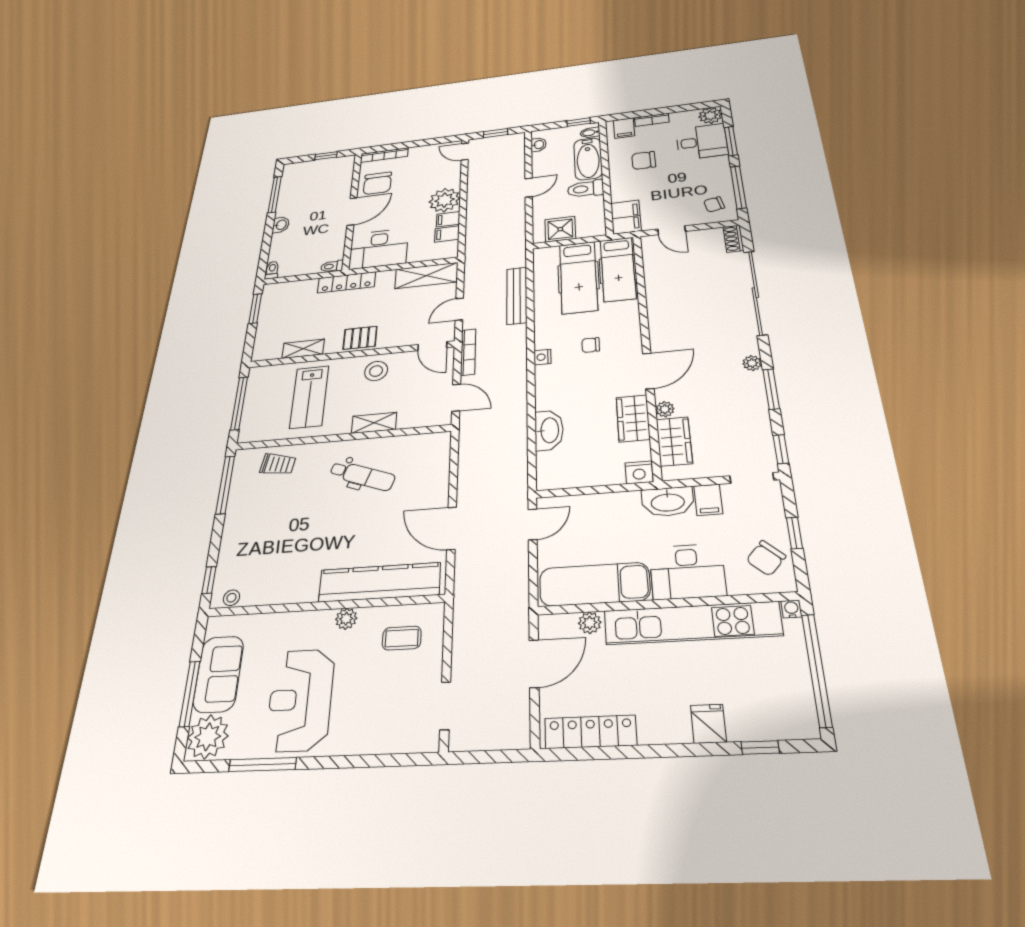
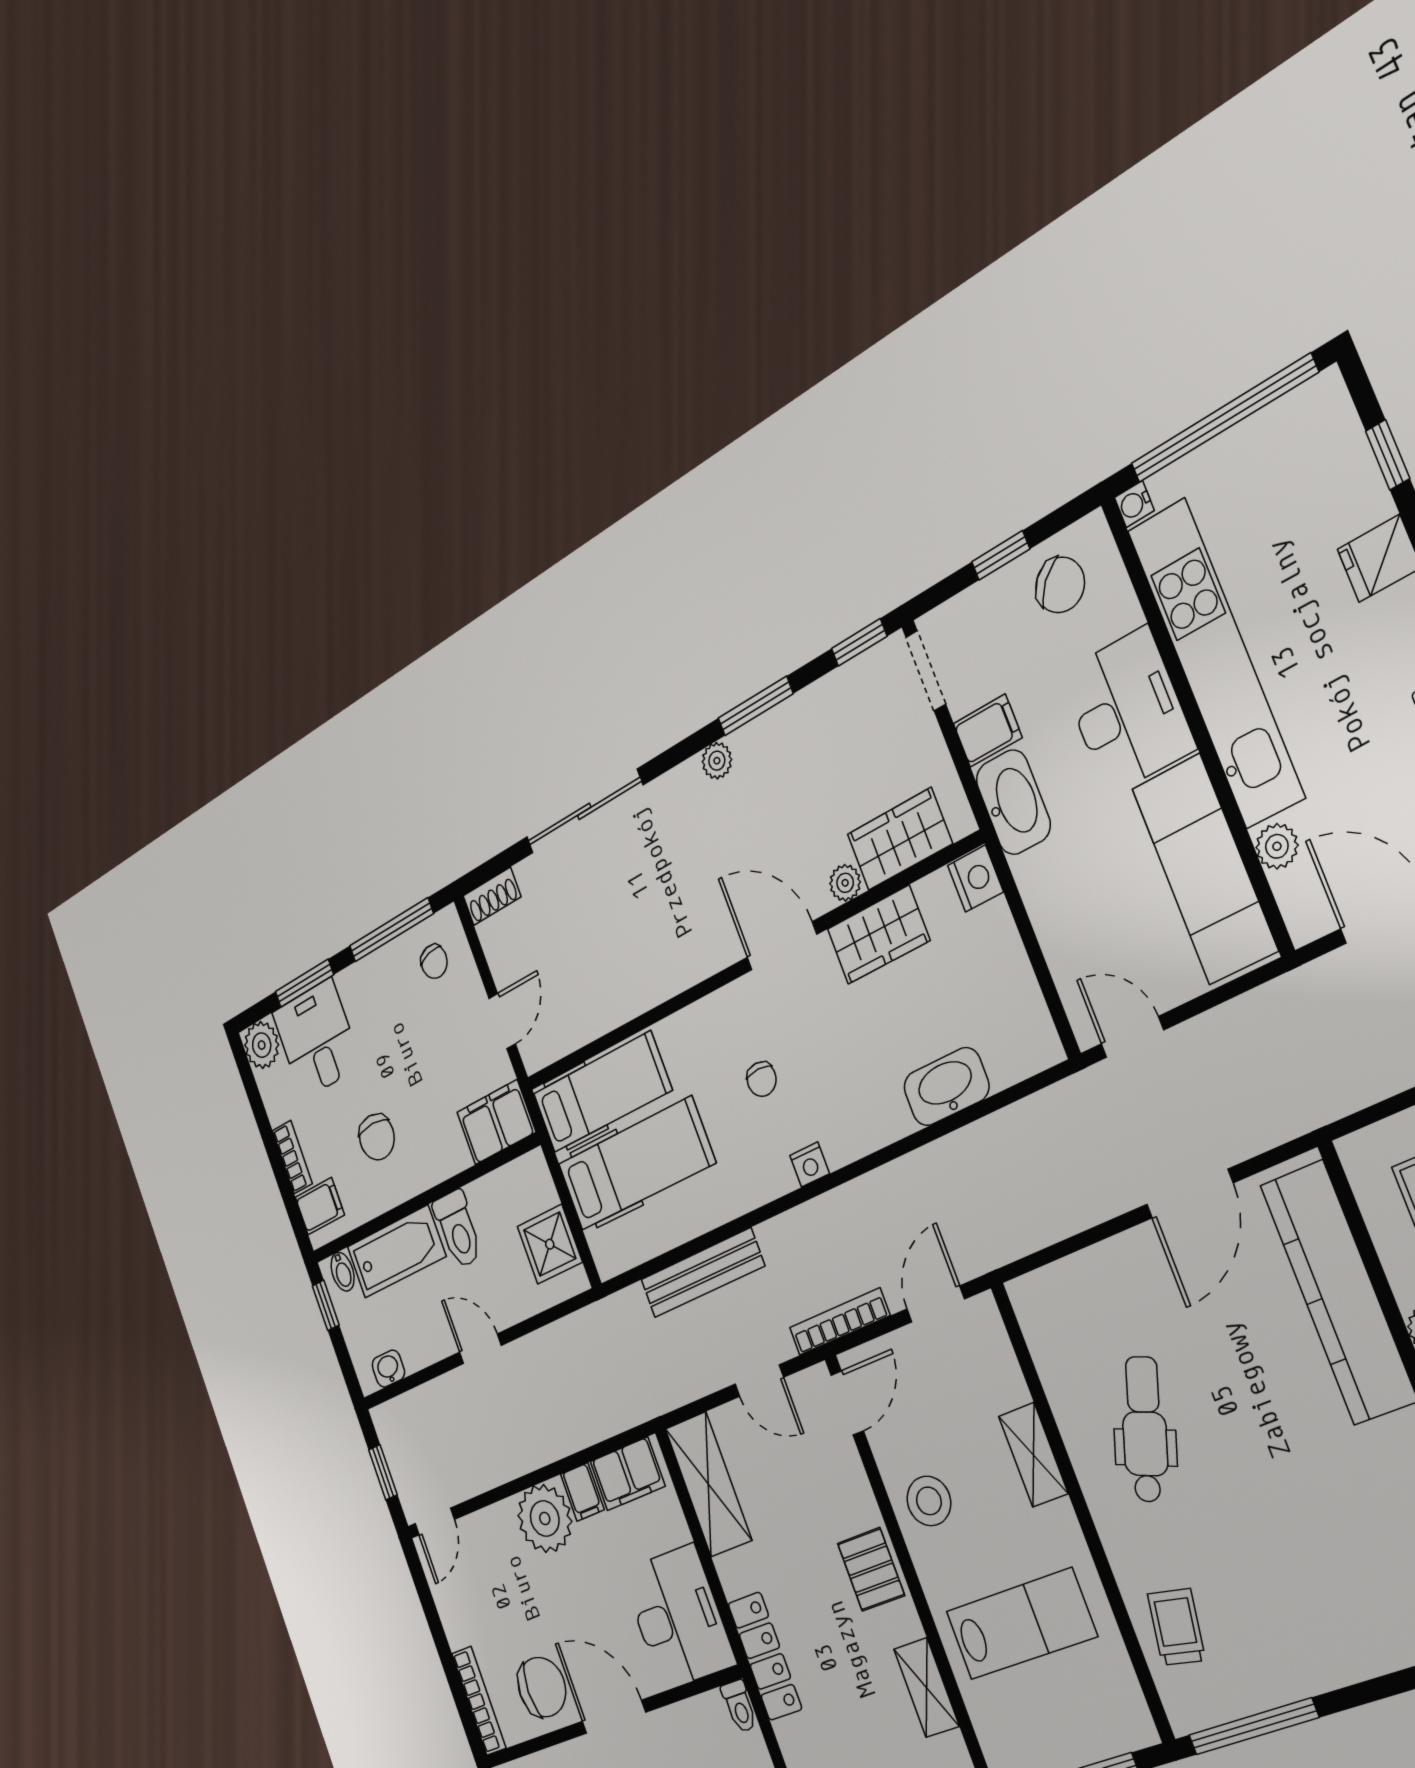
filing cabinet: (447, 234) -> (628, 1474), width x2.00
sliding door: (755, 293) -> (584, 811), width x0.73

